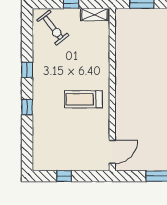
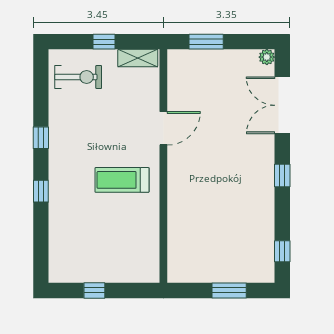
exercise bike: (53, 28) -> (78, 77), turned -52
door: (112, 152) -> (163, 128), moved

